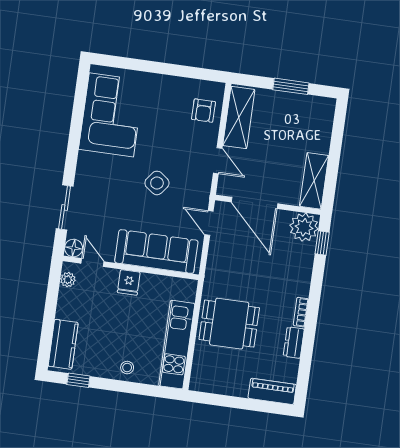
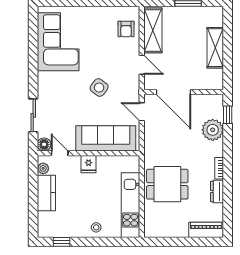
shelving: (314, 181) -> (215, 48), moved
plant: (304, 227) -> (213, 130), moved
kitchen counter: (63, 344) -> (46, 193), moved

